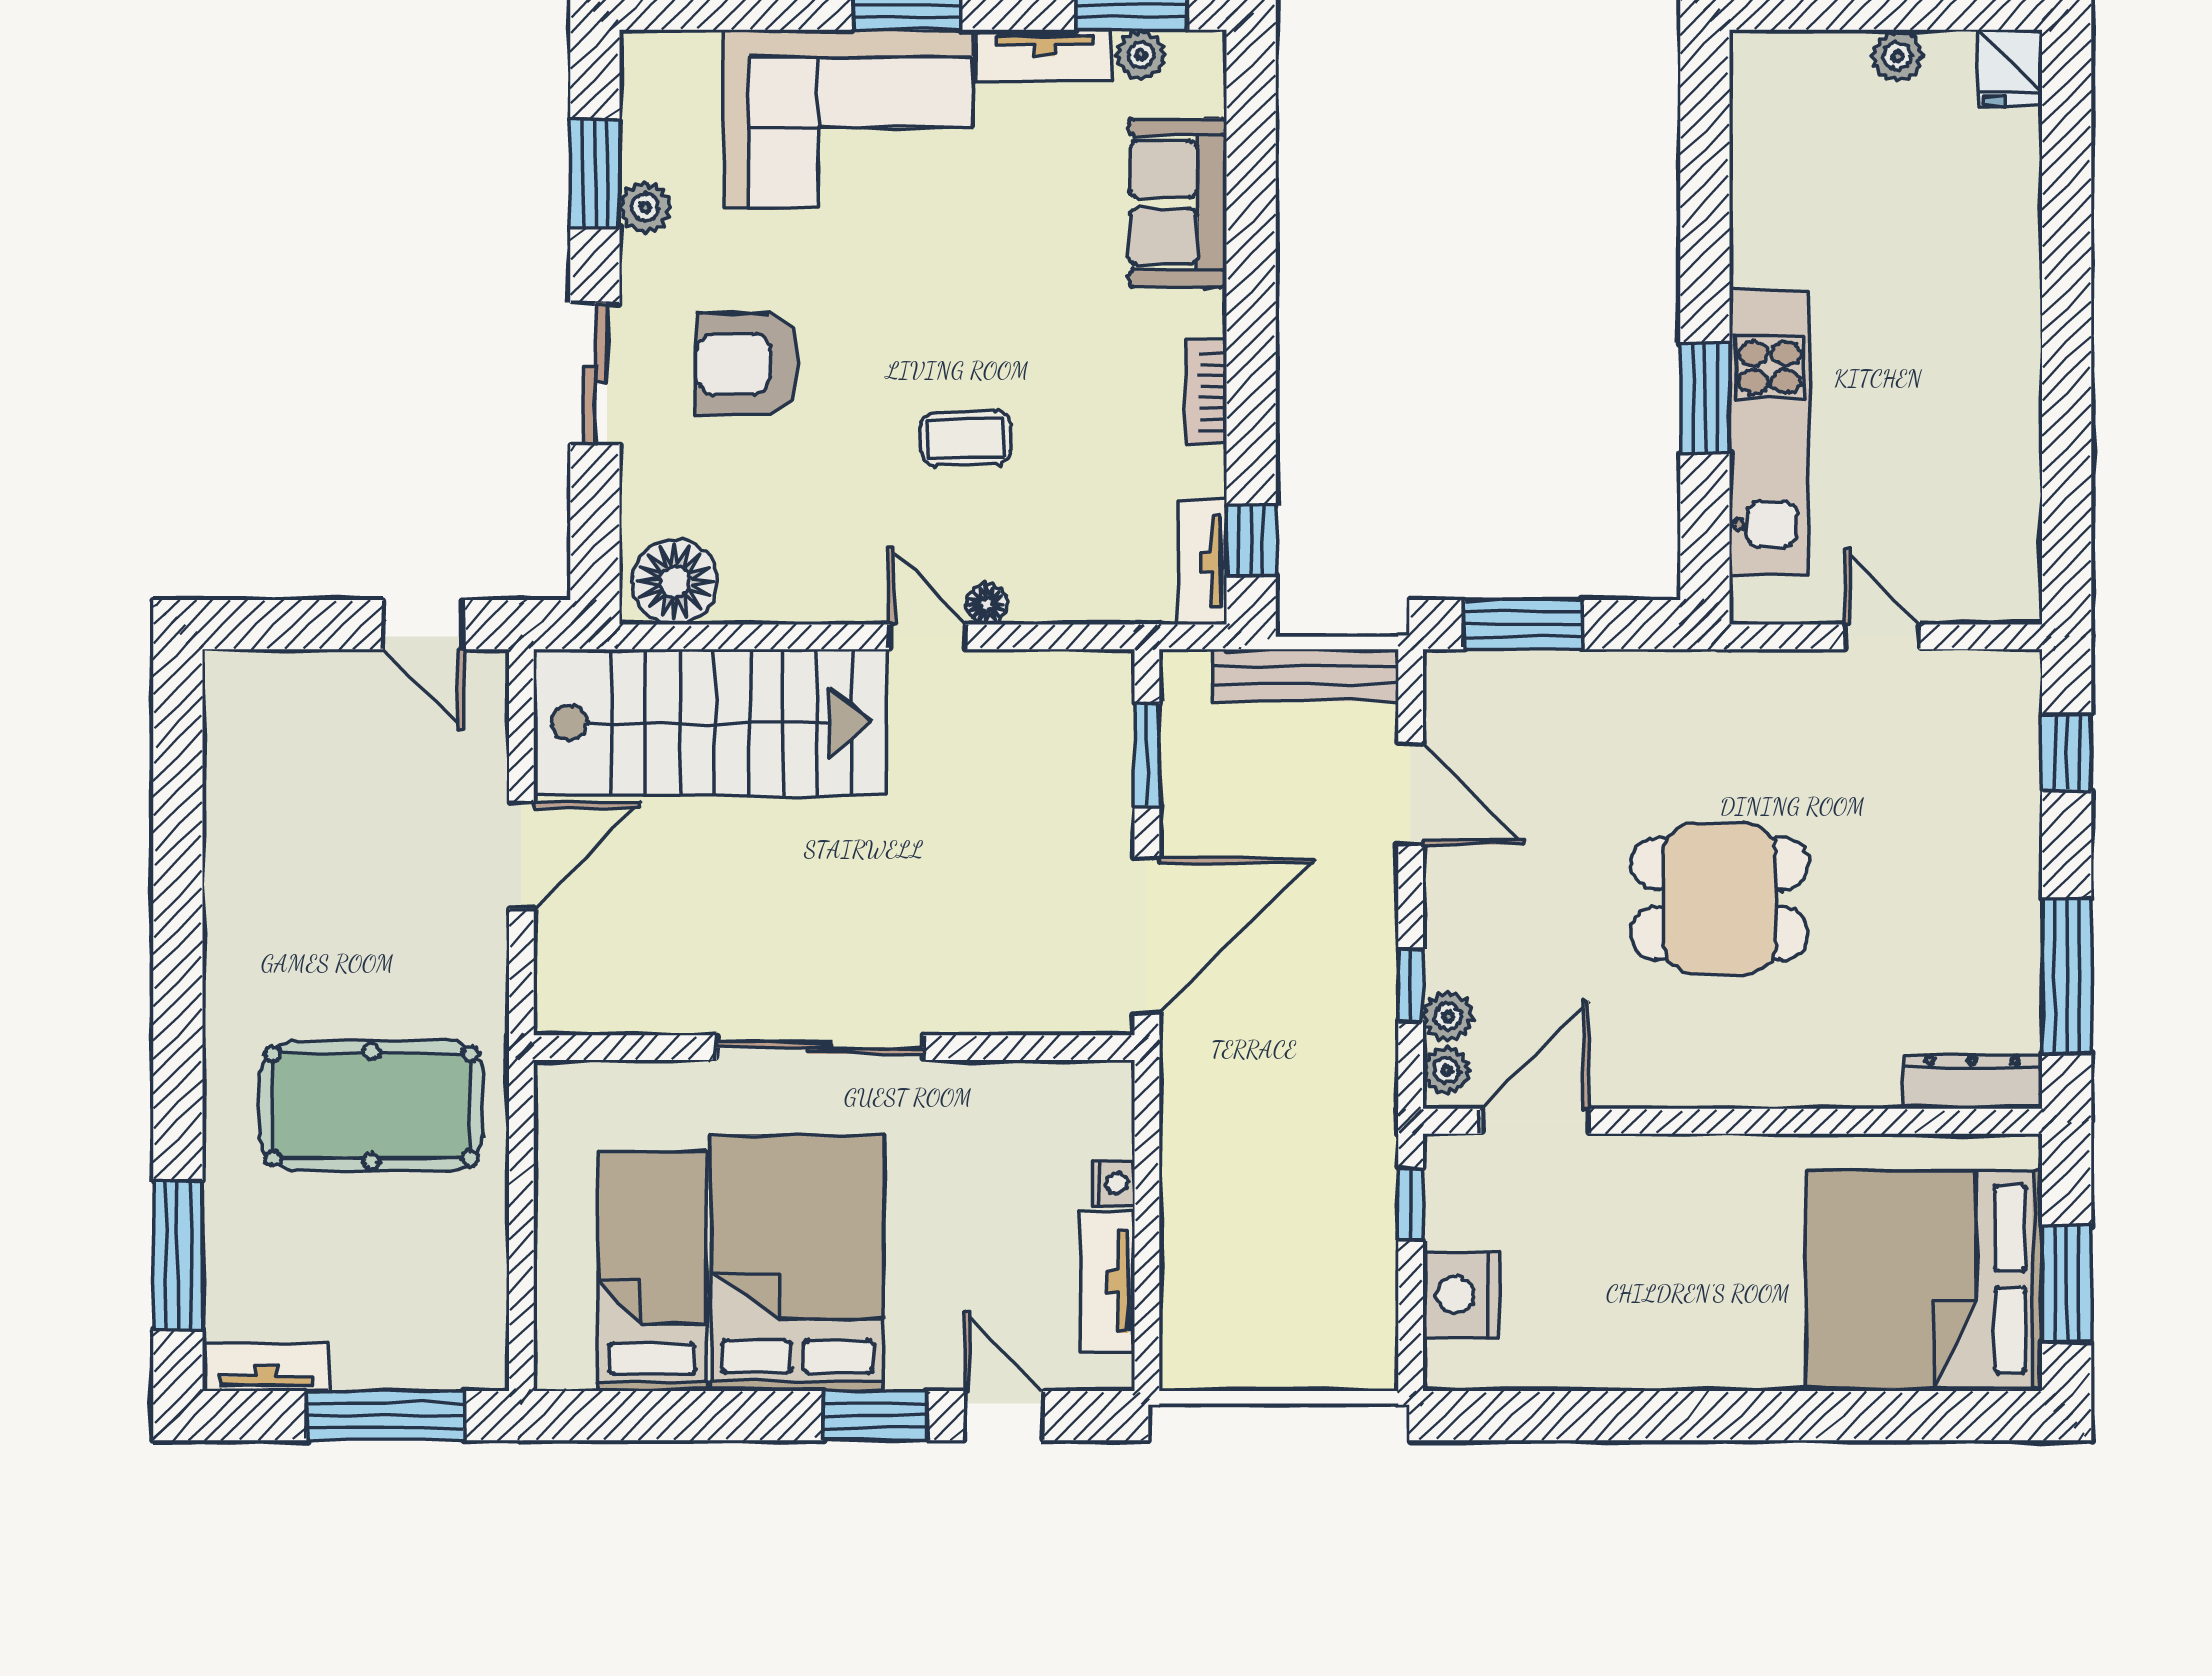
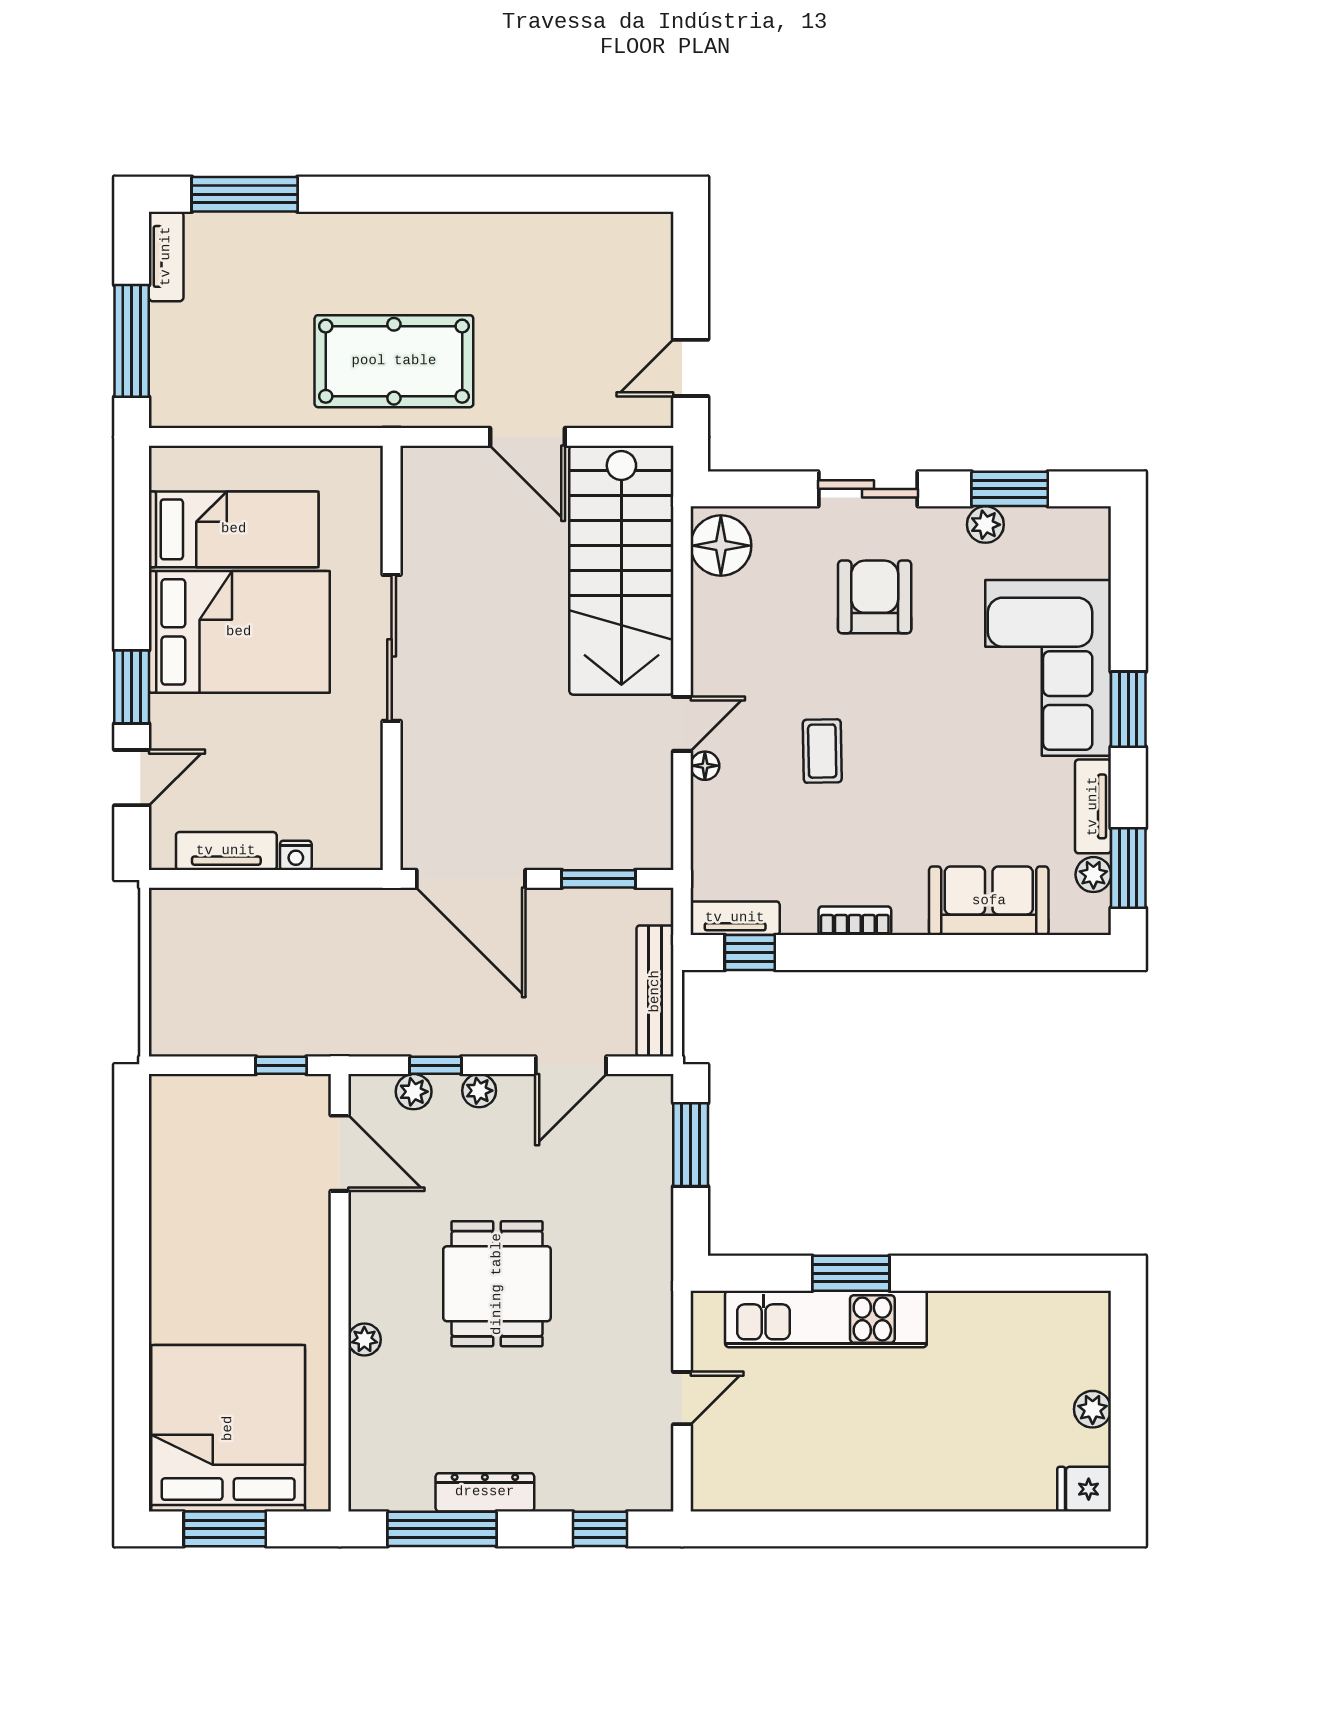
plant: (1447, 1070) -> (479, 1091), moved
dresser: (1972, 1082) -> (485, 1492), moved, turned -90
plant: (1799, 1086) -> (364, 1340), added
pool table: (372, 1106) -> (394, 361), moved, turned 90
nightstand: (1461, 1295) -> (217, 1101), removed

